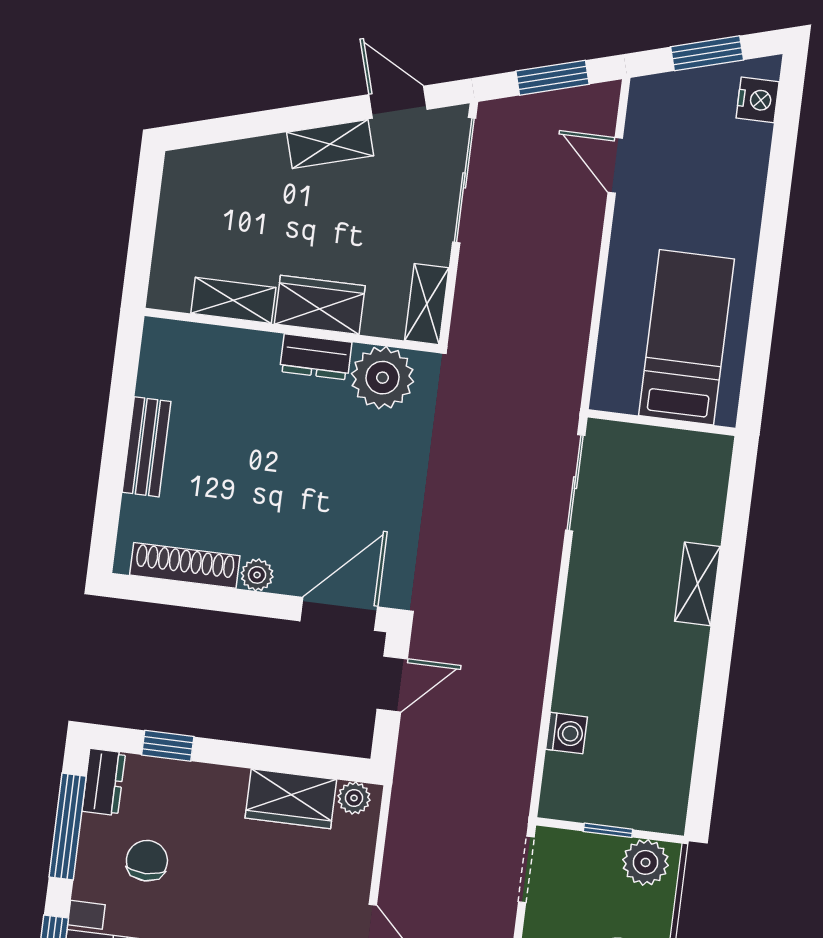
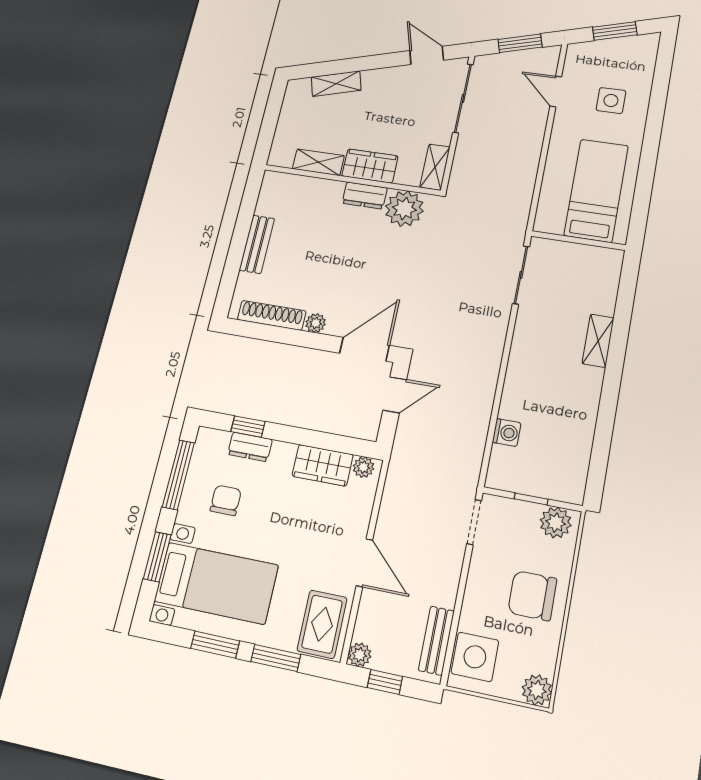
nightstand: (758, 100) -> (645, 57), removed
shelving: (330, 144) -> (336, 84), moved
side table: (705, 180) -> (611, 100), added
dresser: (104, 782) -> (250, 447), moved, turned 90

